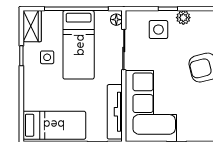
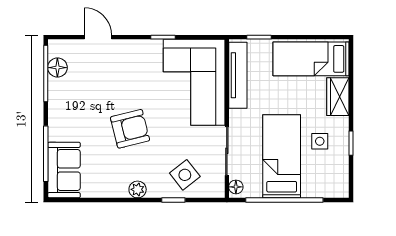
plant: (183, 18) -> (138, 189), moved
wardrobe: (32, 26) -> (338, 97), moved
side table: (158, 30) -> (185, 175), turned -38

